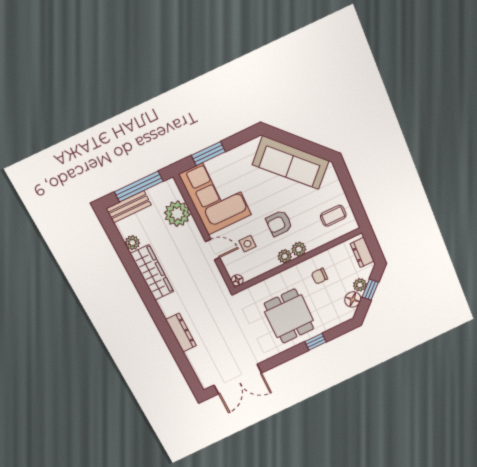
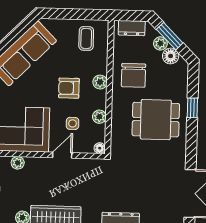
plant: (177, 214) -> (18, 163), width x0.53, depth x0.53
armchair: (279, 223) -> (69, 88), turned 90
plant: (285, 256) -> (99, 117), moved
chair: (320, 276) -> (133, 75), width x1.87, depth x1.87
window: (370, 290) -> (170, 36), width x1.50

